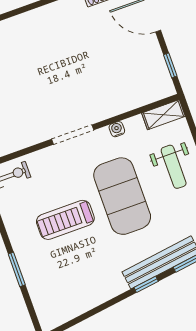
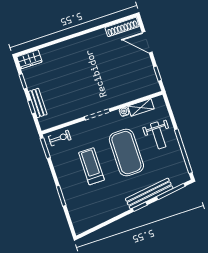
shelving: (164, 115) -> (141, 107), moved
treadmill: (65, 220) -> (91, 166), turned 90

